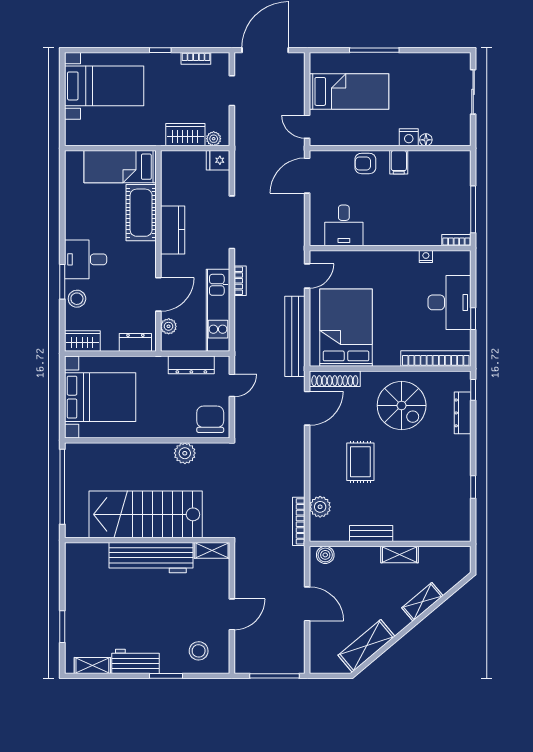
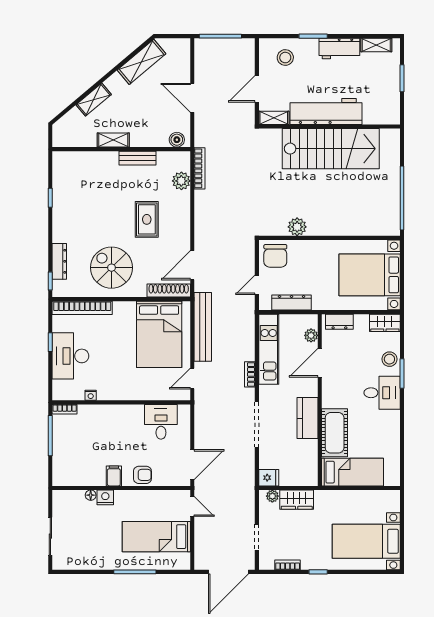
stairs: (146, 514) -> (331, 149), moved
wall: (147, 540) -> (329, 127), moved
shelving: (212, 550) -> (274, 118), moved
workbench: (151, 558) -> (326, 112), moved

